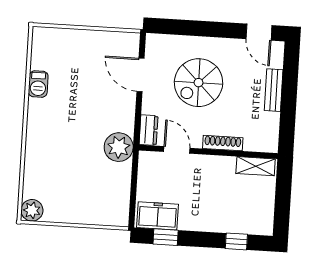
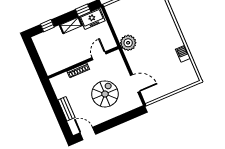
dresser: (149, 130) -> (118, 58), removed
door: (177, 150) -> (99, 56), swing flipped
shelving: (256, 166) -> (71, 25), moved

